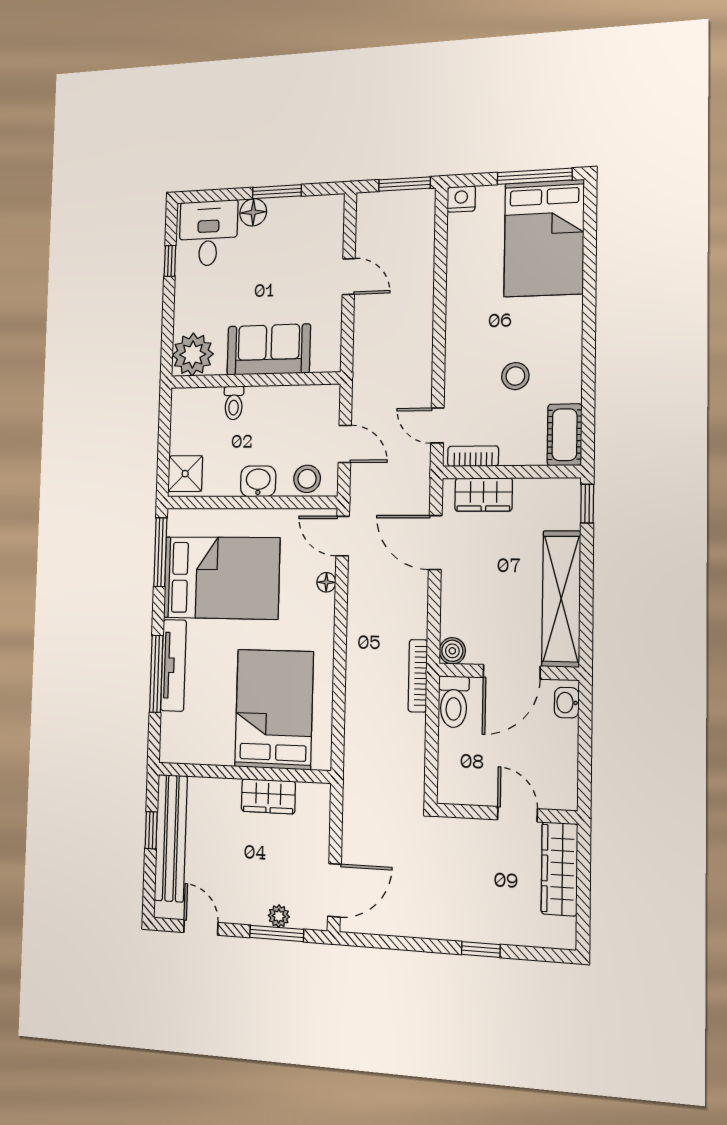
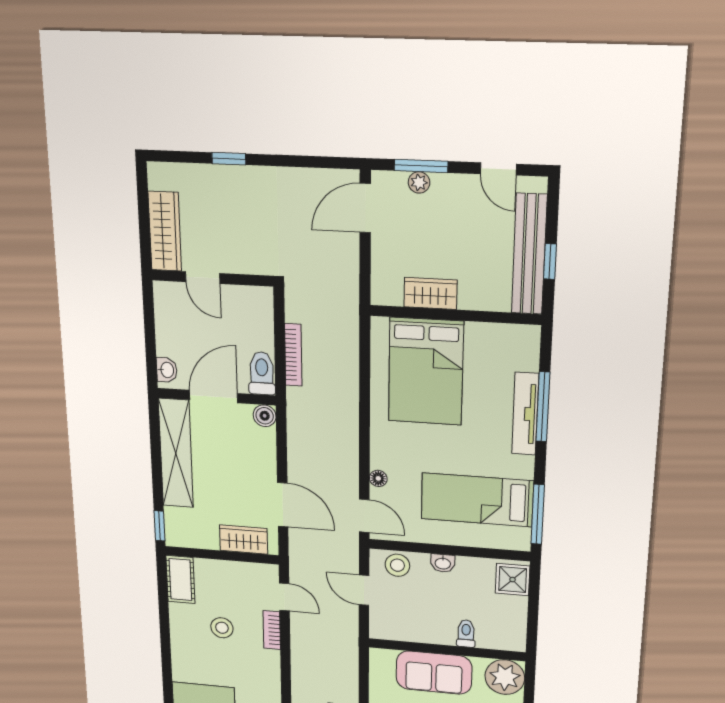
bookcase: (473, 456) -> (272, 630), moved, turned 90
washbasin: (258, 481) -> (443, 563), width x0.72, depth x0.69
bed: (221, 578) -> (477, 500), width x0.67
bookcase: (418, 676) -> (293, 355), moved

